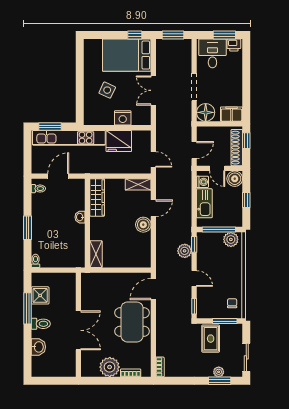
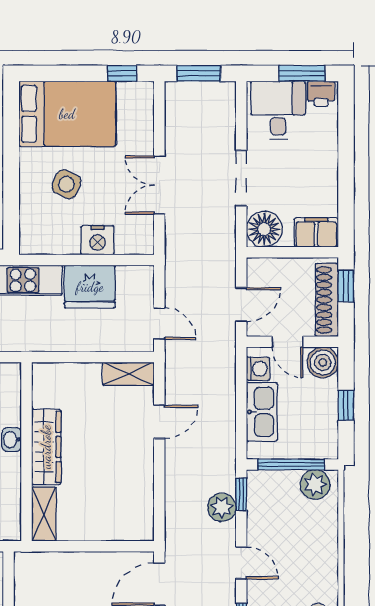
bed: (127, 55) -> (67, 114), moved, turned 180
wardrobe: (97, 197) -> (46, 447), moved
boiler: (143, 225) -> (139, 455), removed

